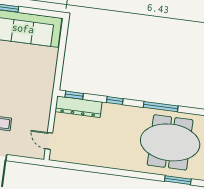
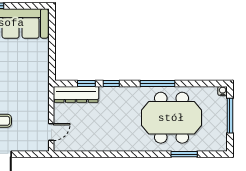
window: (74, 95) -> (86, 83), moved
door: (49, 141) -> (51, 132), swing flipped

